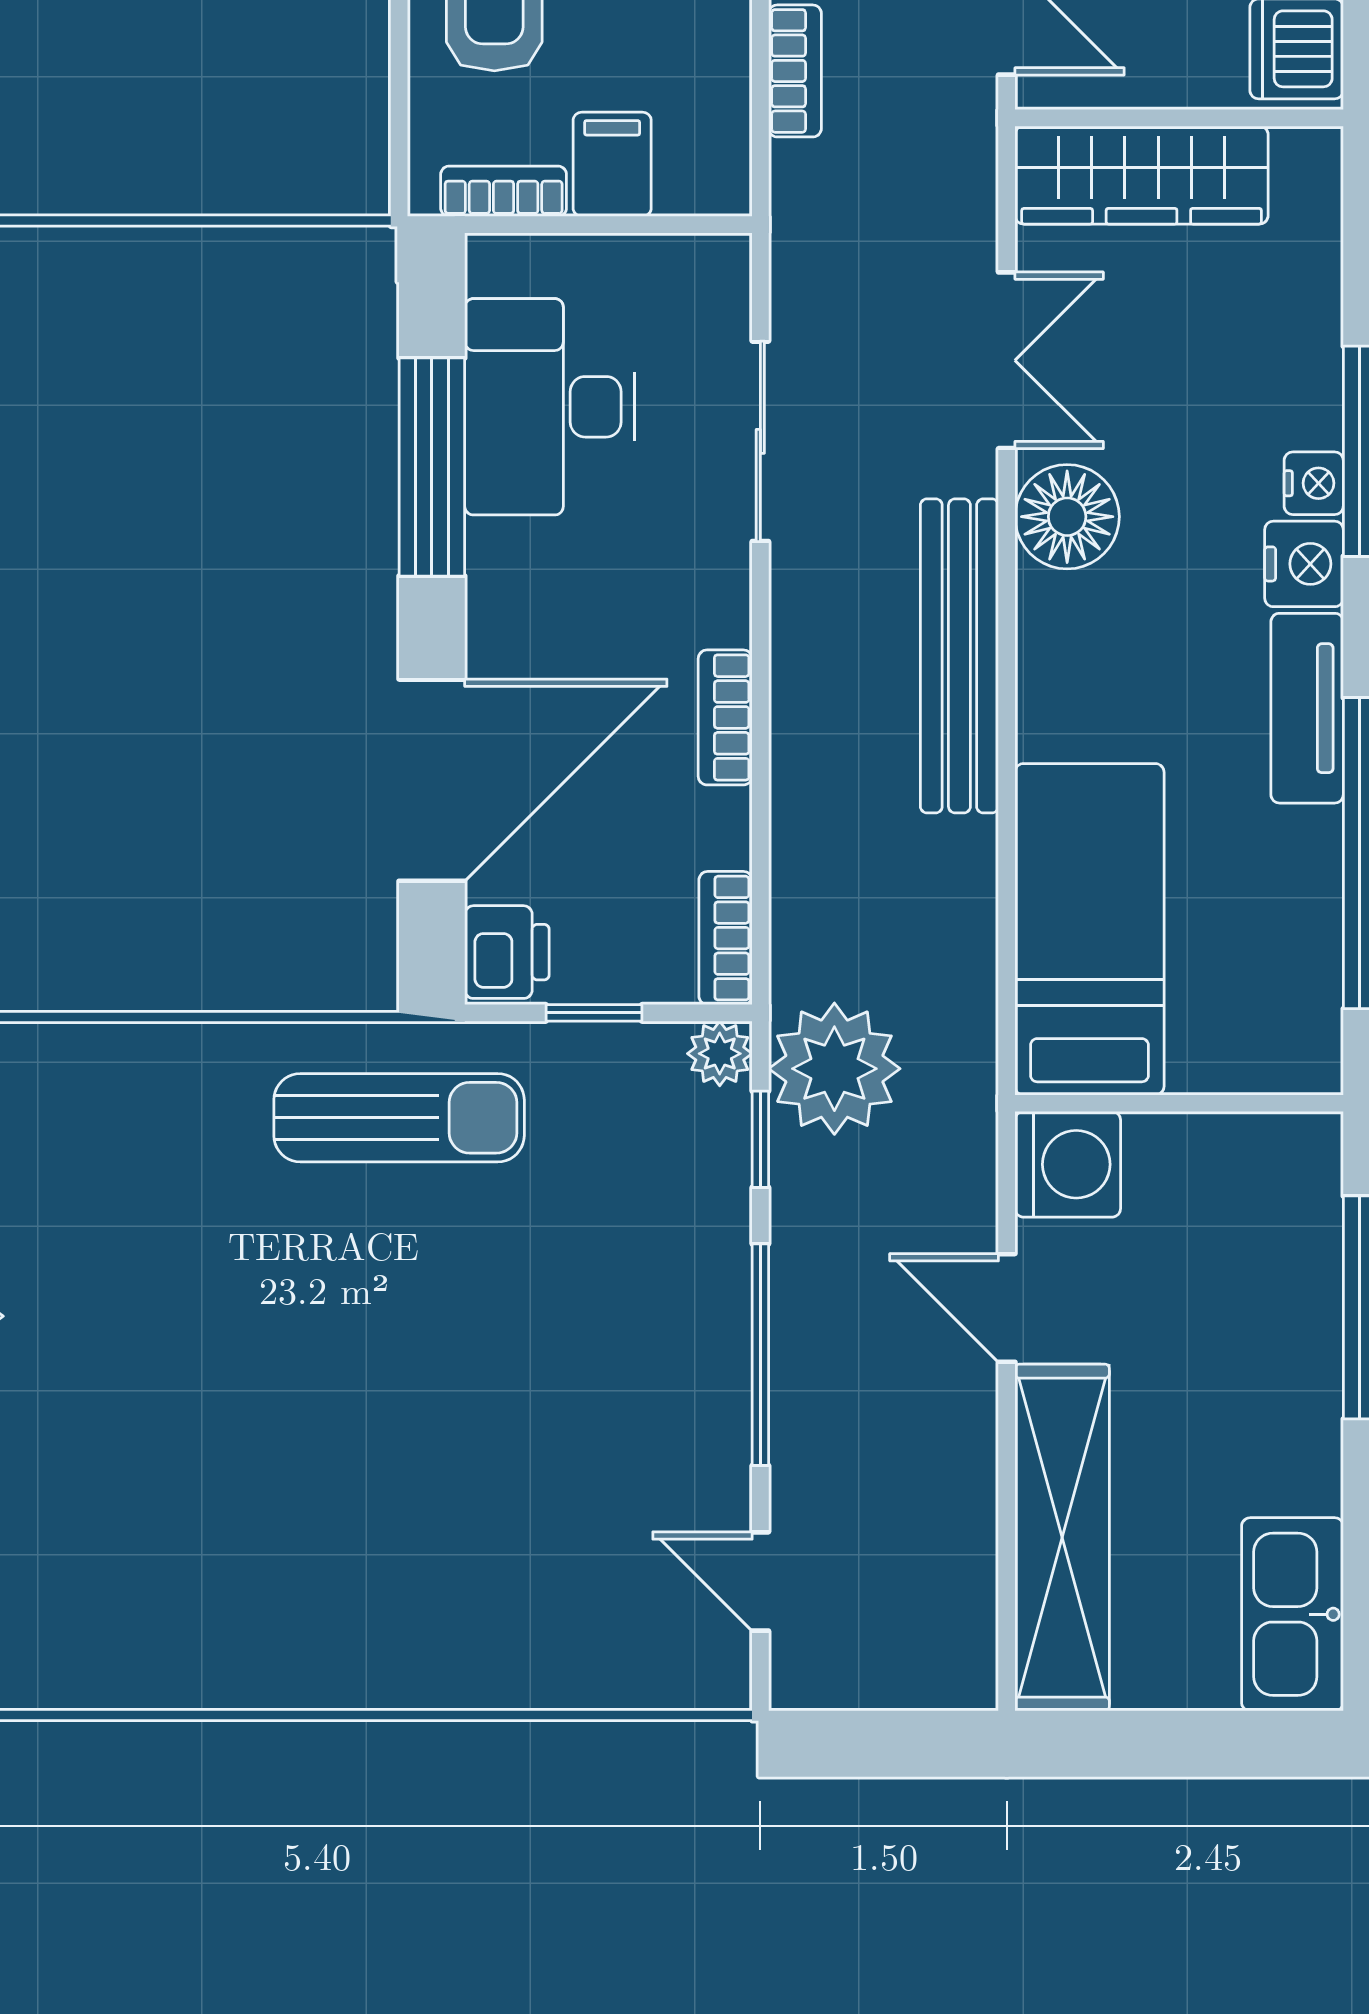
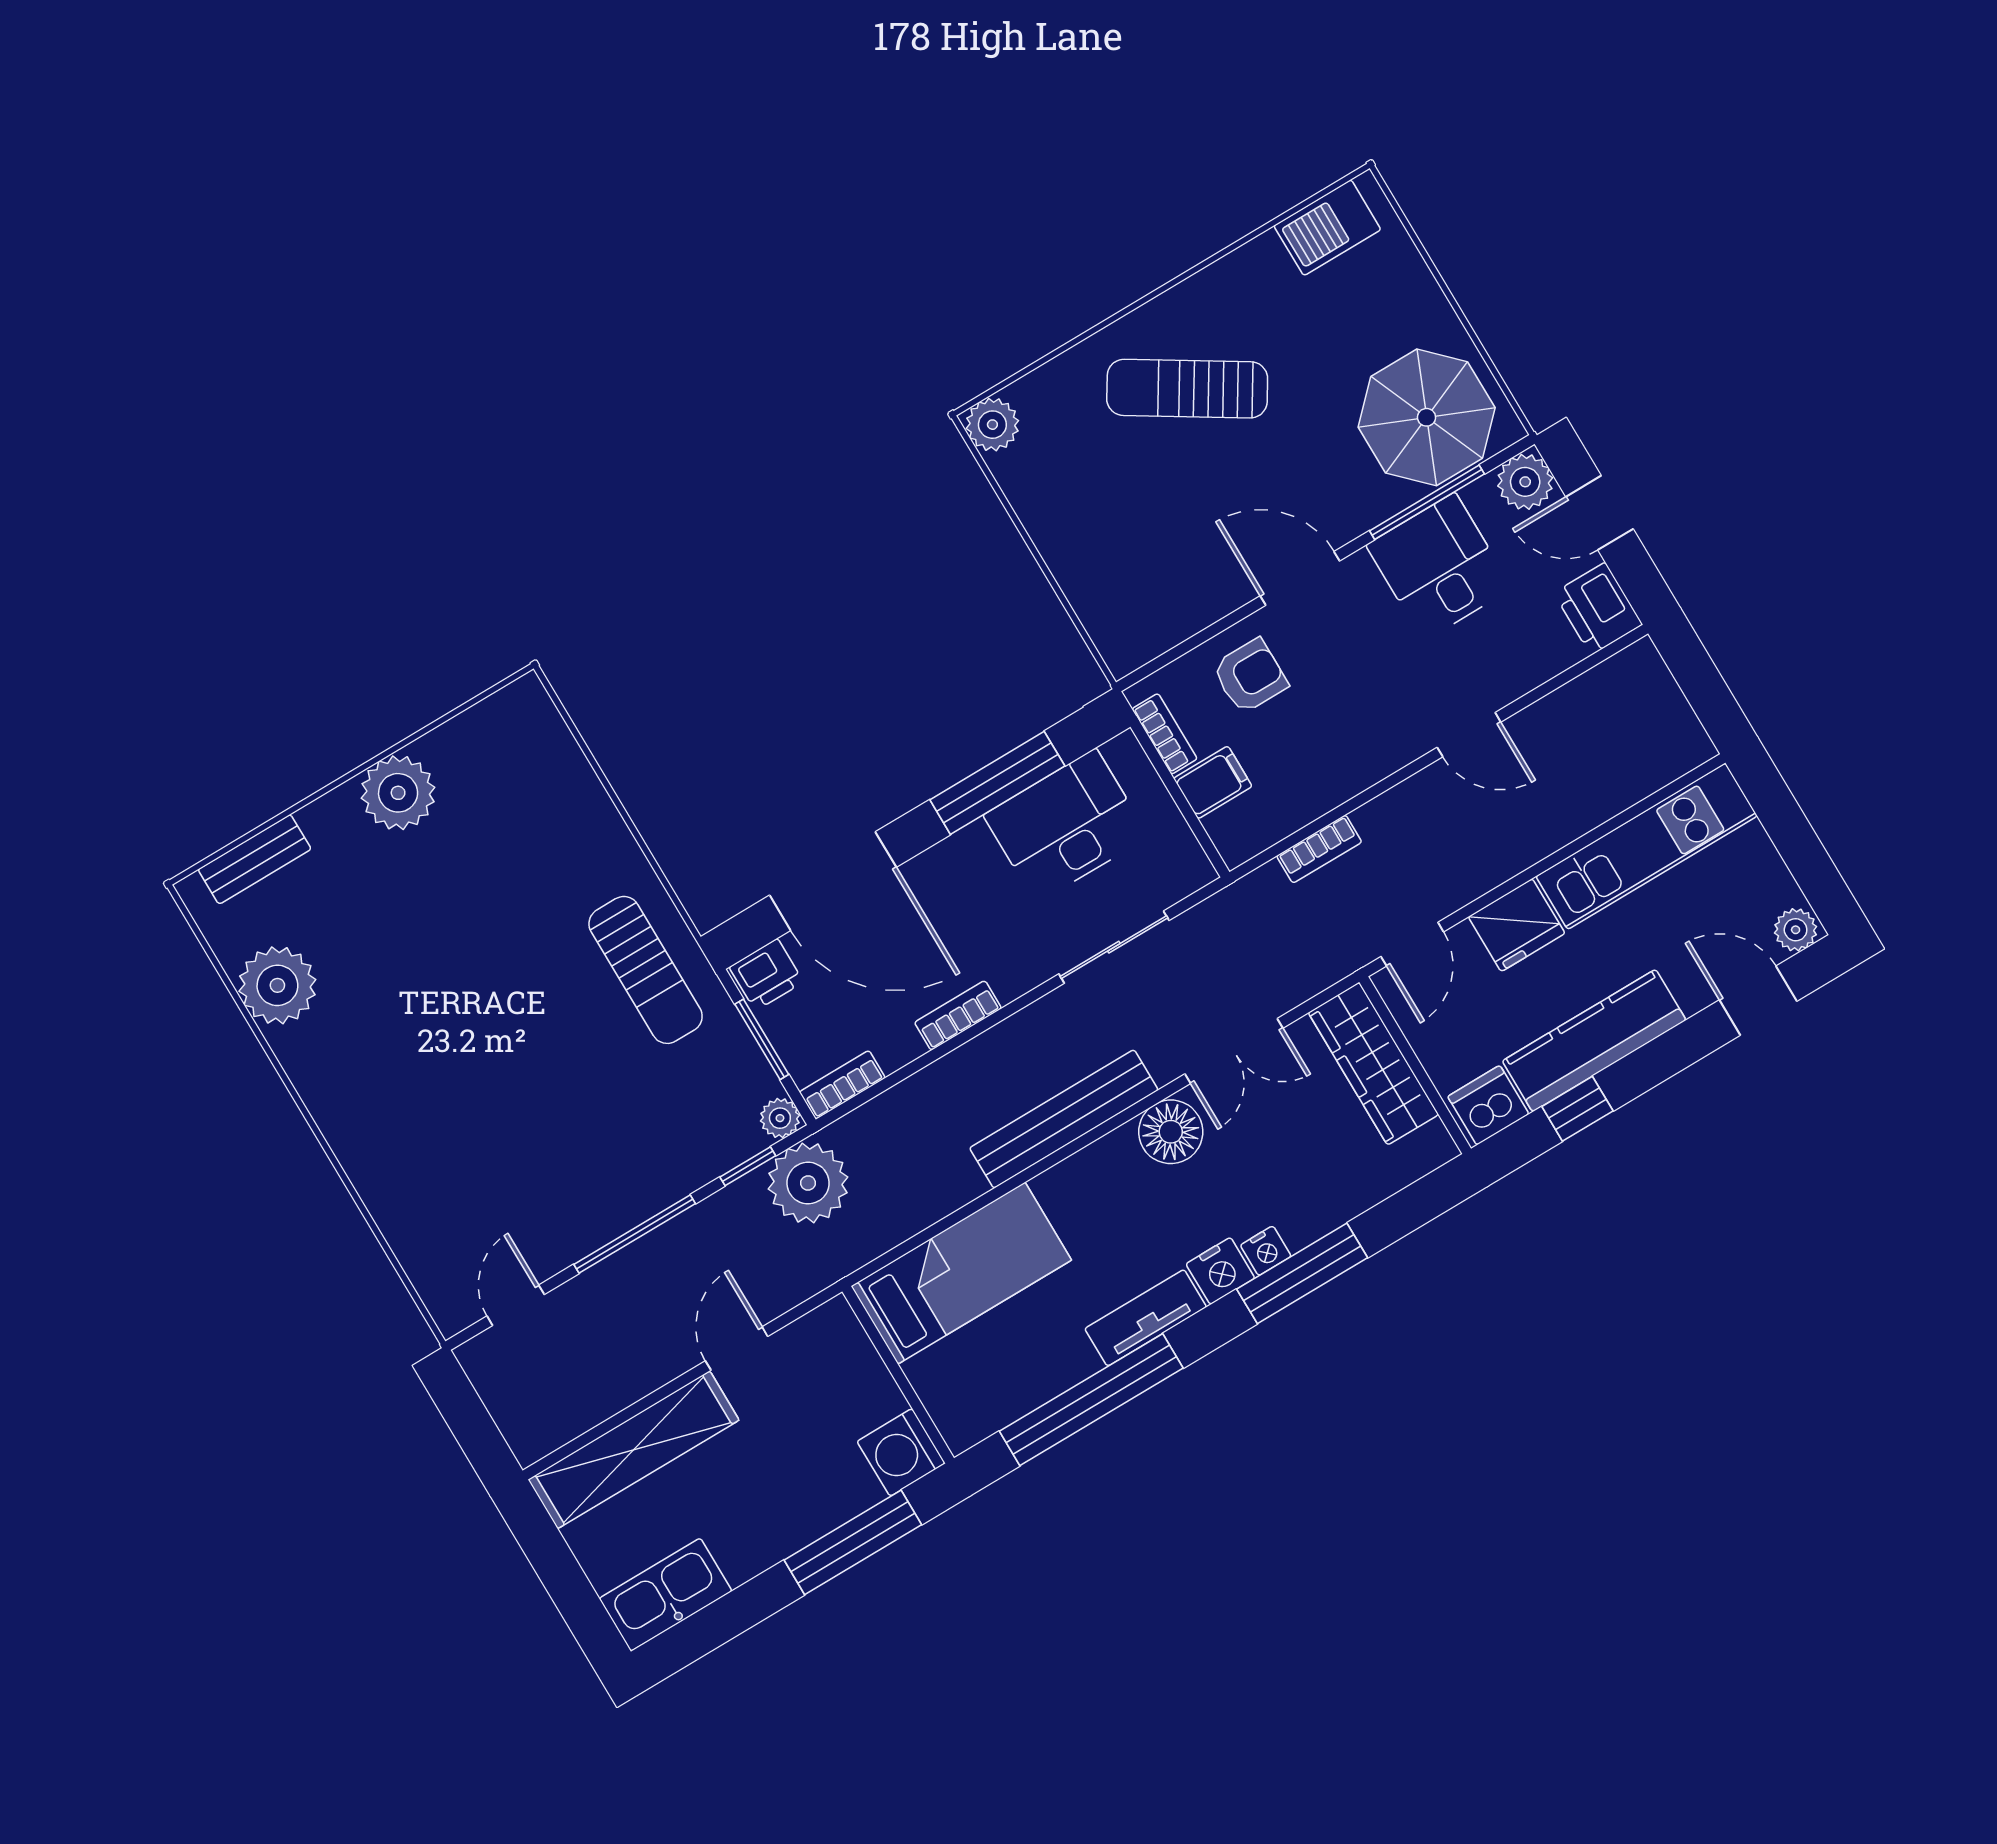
window: (594, 1013) -> (762, 1039), width x1.50
washing machine: (1068, 1164) -> (901, 1452), moved, turned 90
plant: (112, 1647) -> (277, 985), added

